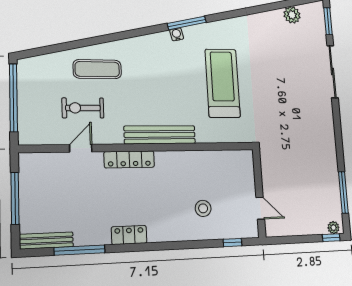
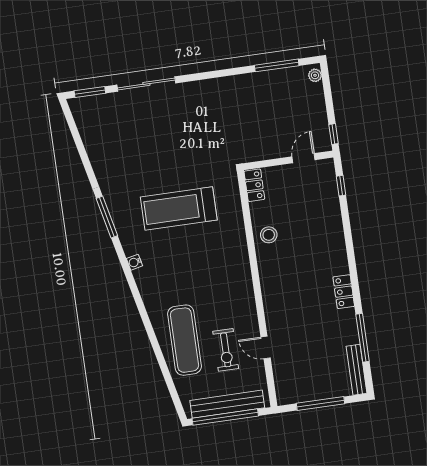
plant: (292, 15) -> (90, 135), removed
window: (187, 23) -> (107, 217), moved
exercise mat: (97, 69) -> (184, 340), width x1.36, depth x1.45
bench: (160, 135) -> (227, 404), moved, turned 90
locker: (129, 159) -> (254, 185), moved, width x0.66
stool: (203, 208) -> (269, 235), moved
window: (331, 238) -> (334, 134), moved

